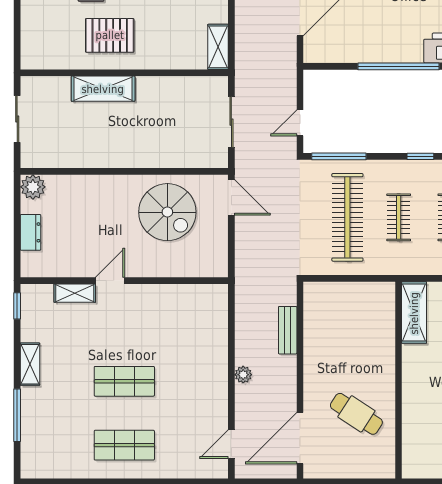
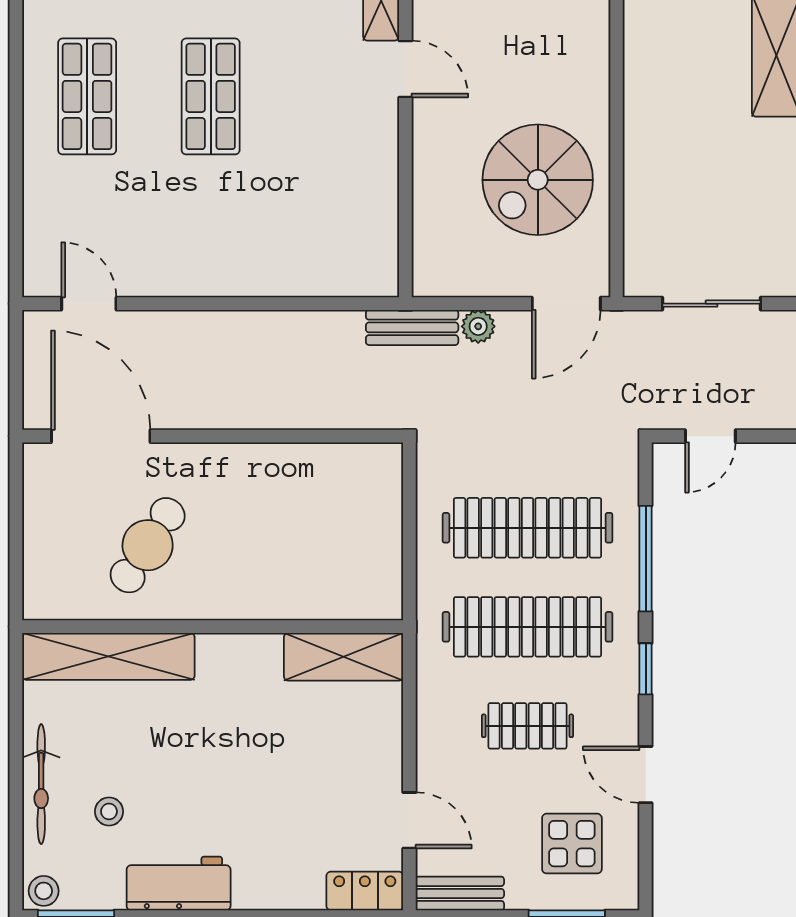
door: (300, 123) -> (710, 436), swing flipped
window: (339, 156) -> (646, 559), moved
clothes rail: (399, 217) -> (527, 627), width x1.86, depth x1.31
bench: (288, 330) -> (412, 327), moved
plant: (243, 375) -> (478, 326), moved
shelving: (414, 434) -> (108, 656), added

